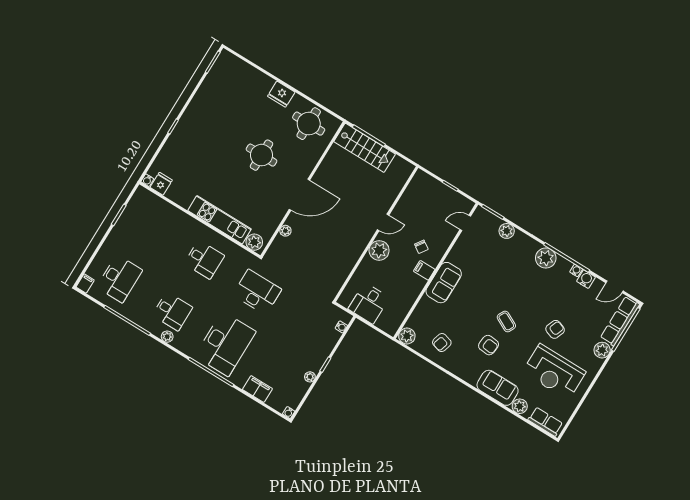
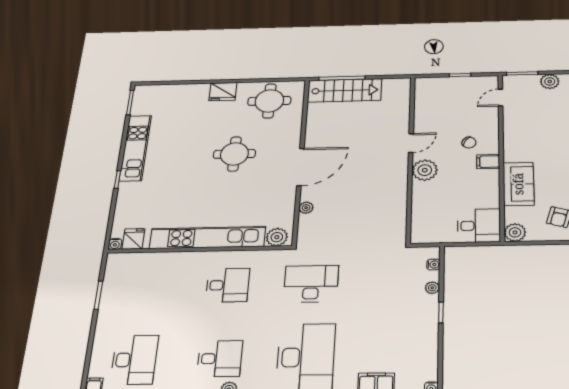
kitchen unit: (198, 106) -> (135, 148), added
kitchen unit: (220, 220) -> (208, 238), width x1.36
sofa: (444, 283) -> (518, 184), moved
desk: (369, 303) -> (479, 226), moved, turned -90
plant: (310, 377) -> (432, 288), moved

